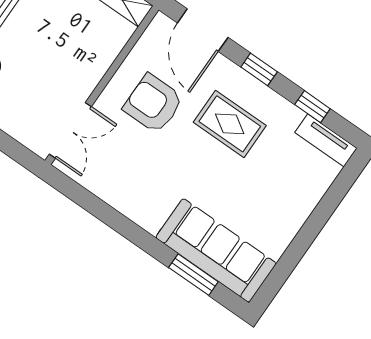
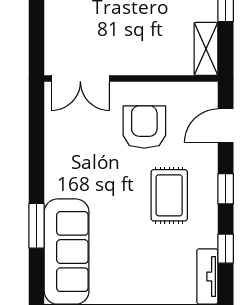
door: (203, 30) -> (226, 126), width x0.73
window: (193, 275) -> (36, 226), moved

